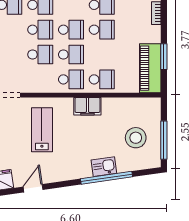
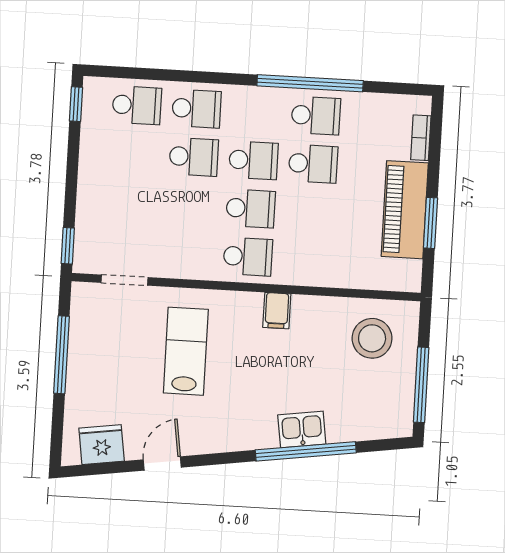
school desk: (40, 55) -> (191, 205), removed
piano: (150, 68) -> (405, 210), moved
school desk: (102, 79) -> (308, 260), removed
filing cabinet: (87, 106) -> (277, 311), width x0.50
stool: (136, 138) -> (372, 338), moved

